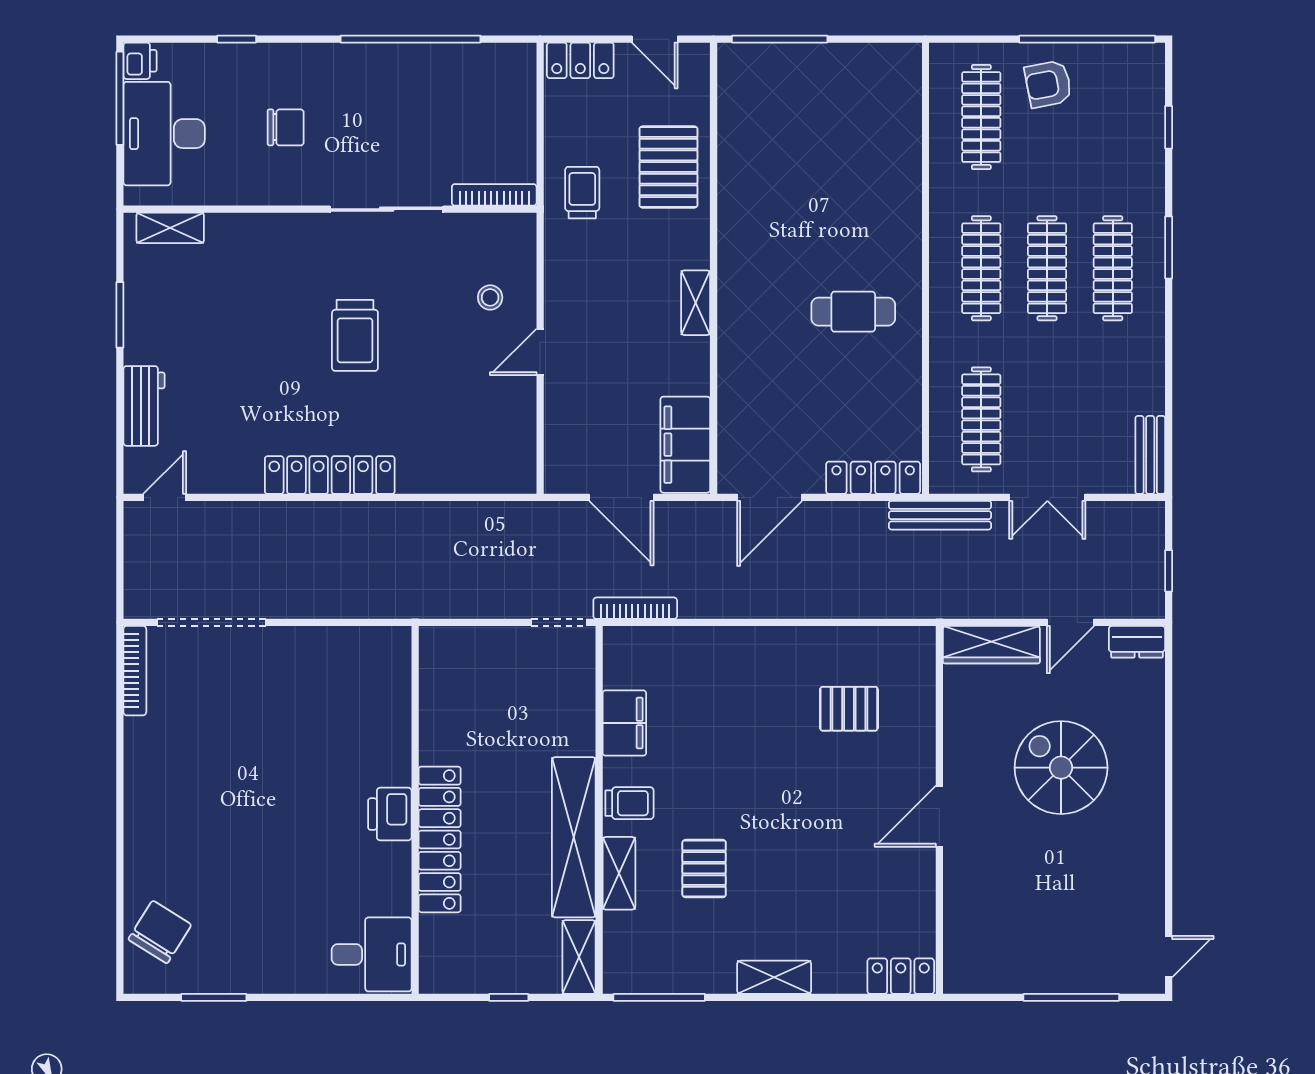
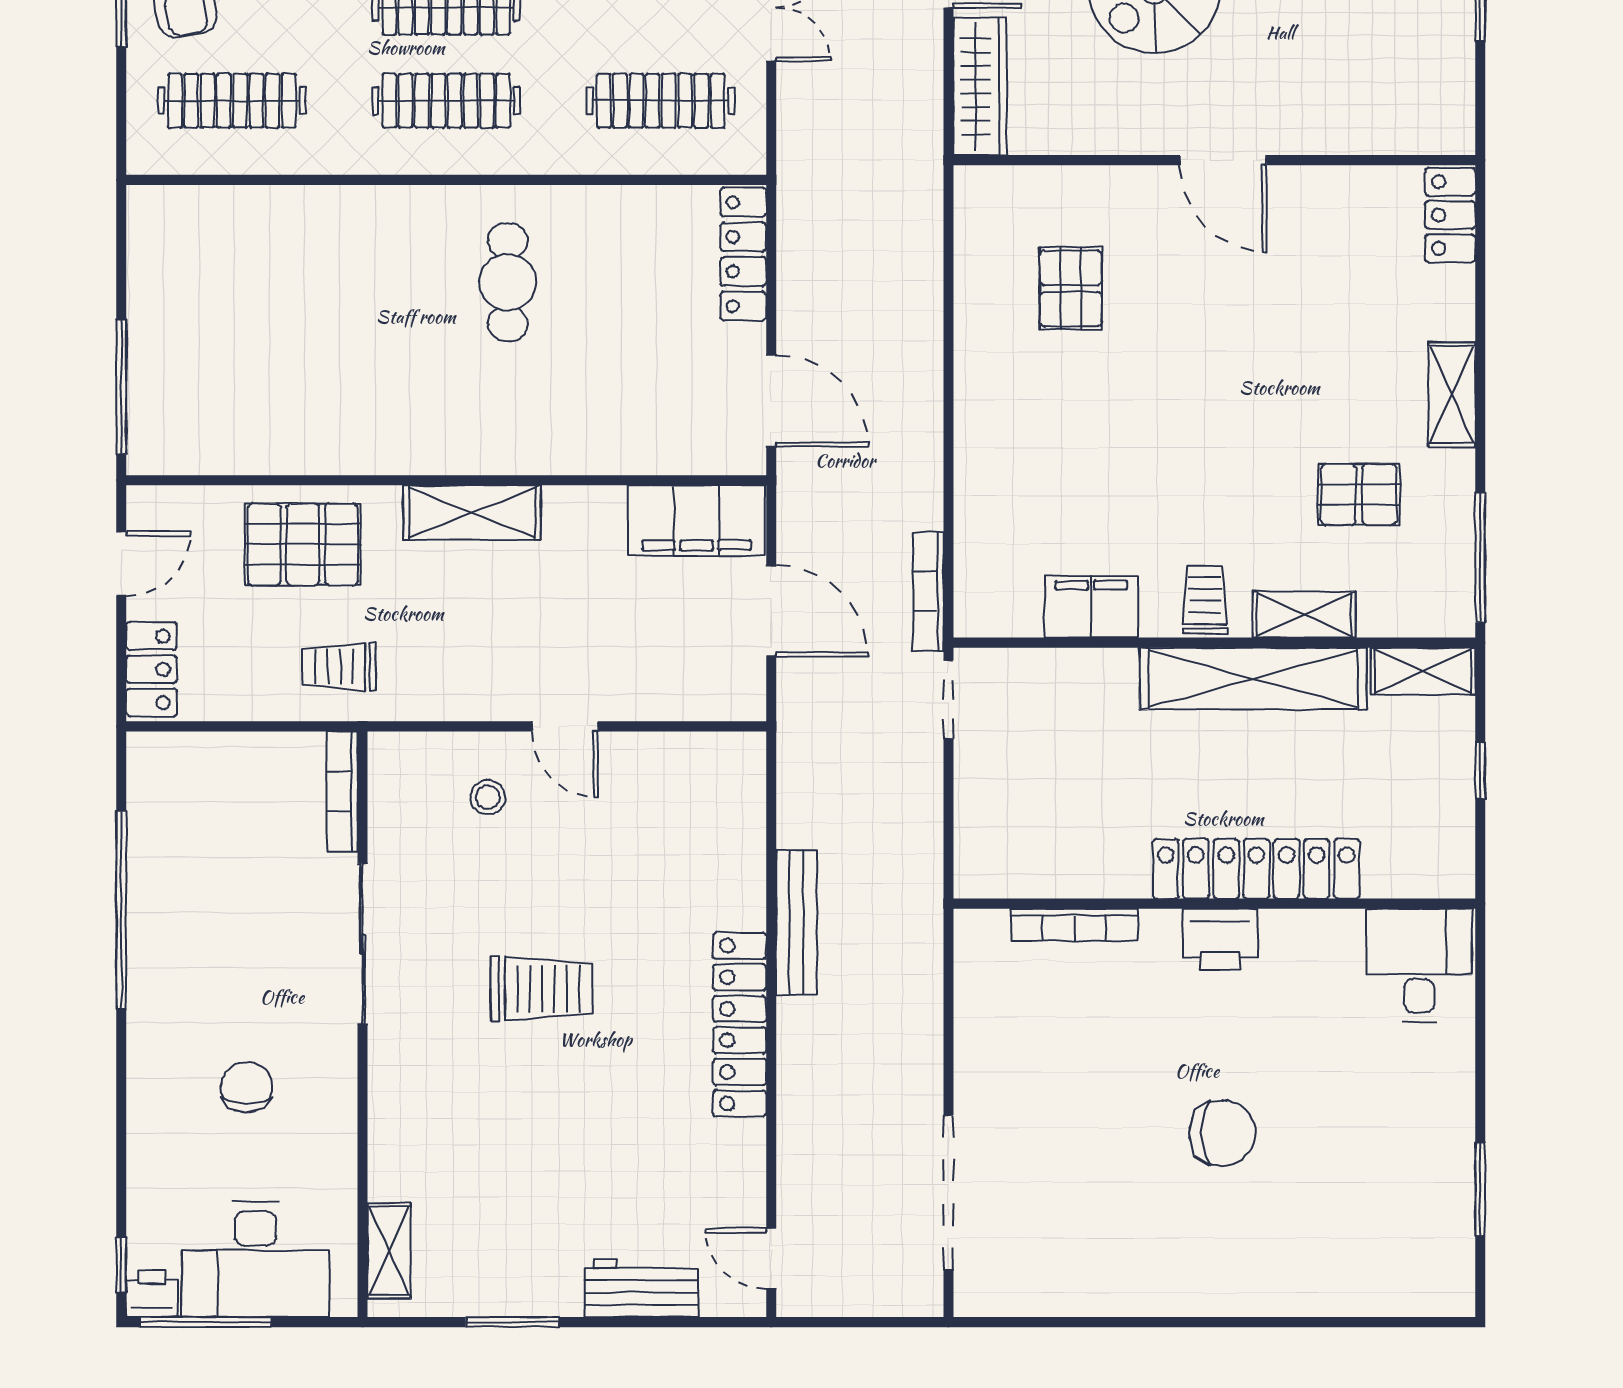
window: (237, 39) -> (121, 1265), moved
shelving: (696, 303) -> (472, 513), width x1.50, depth x1.33
door: (621, 497) -> (771, 611), hinge flipped
bench: (940, 515) -> (796, 922), moved
bookcase: (135, 671) -> (1074, 925), moved, turned 180
pallet: (704, 869) -> (1359, 494), moved
chair: (160, 932) -> (1222, 1133), moved, turned 148

